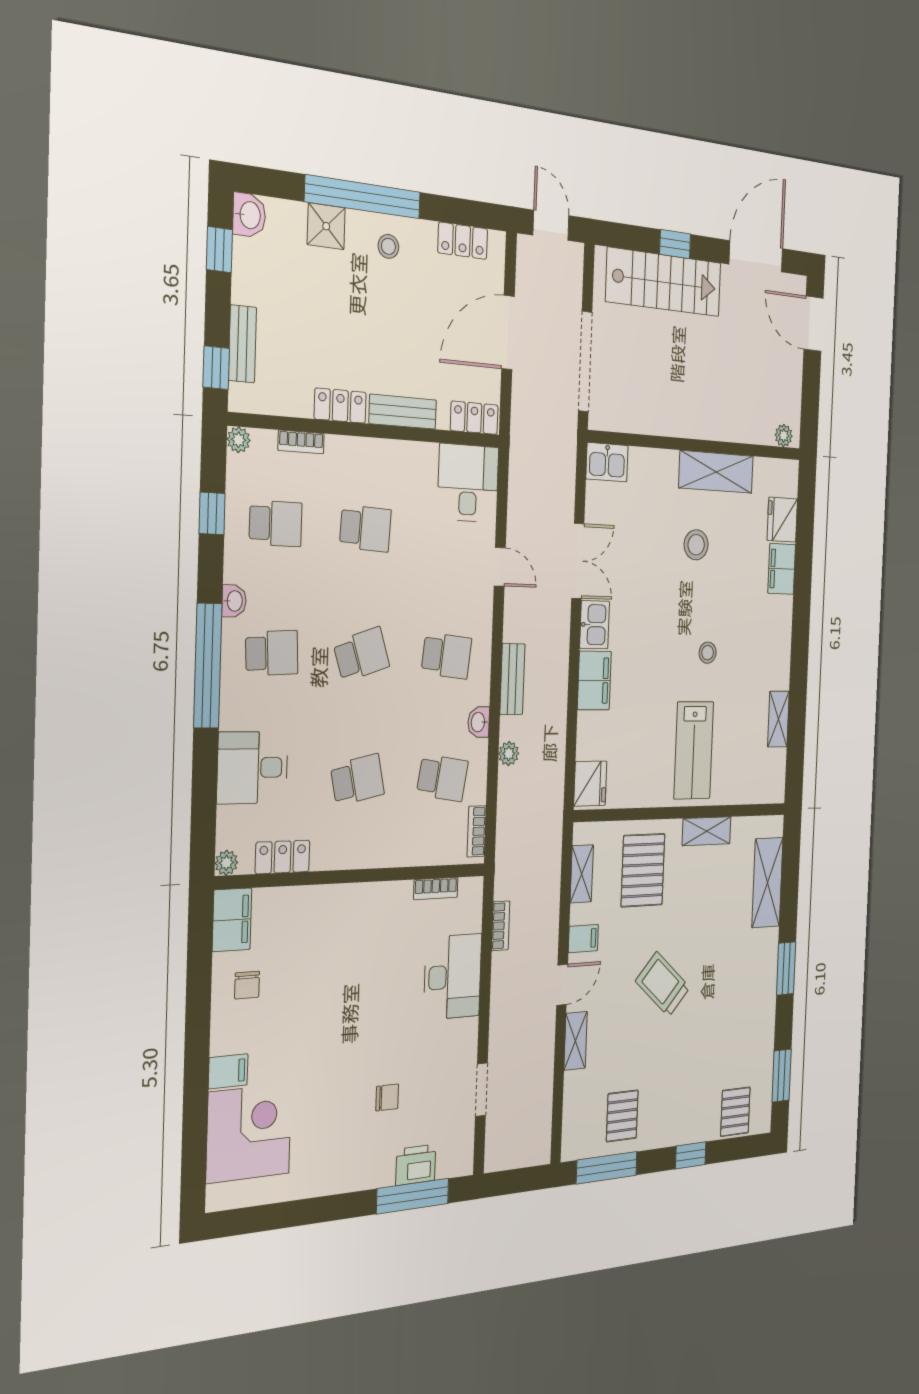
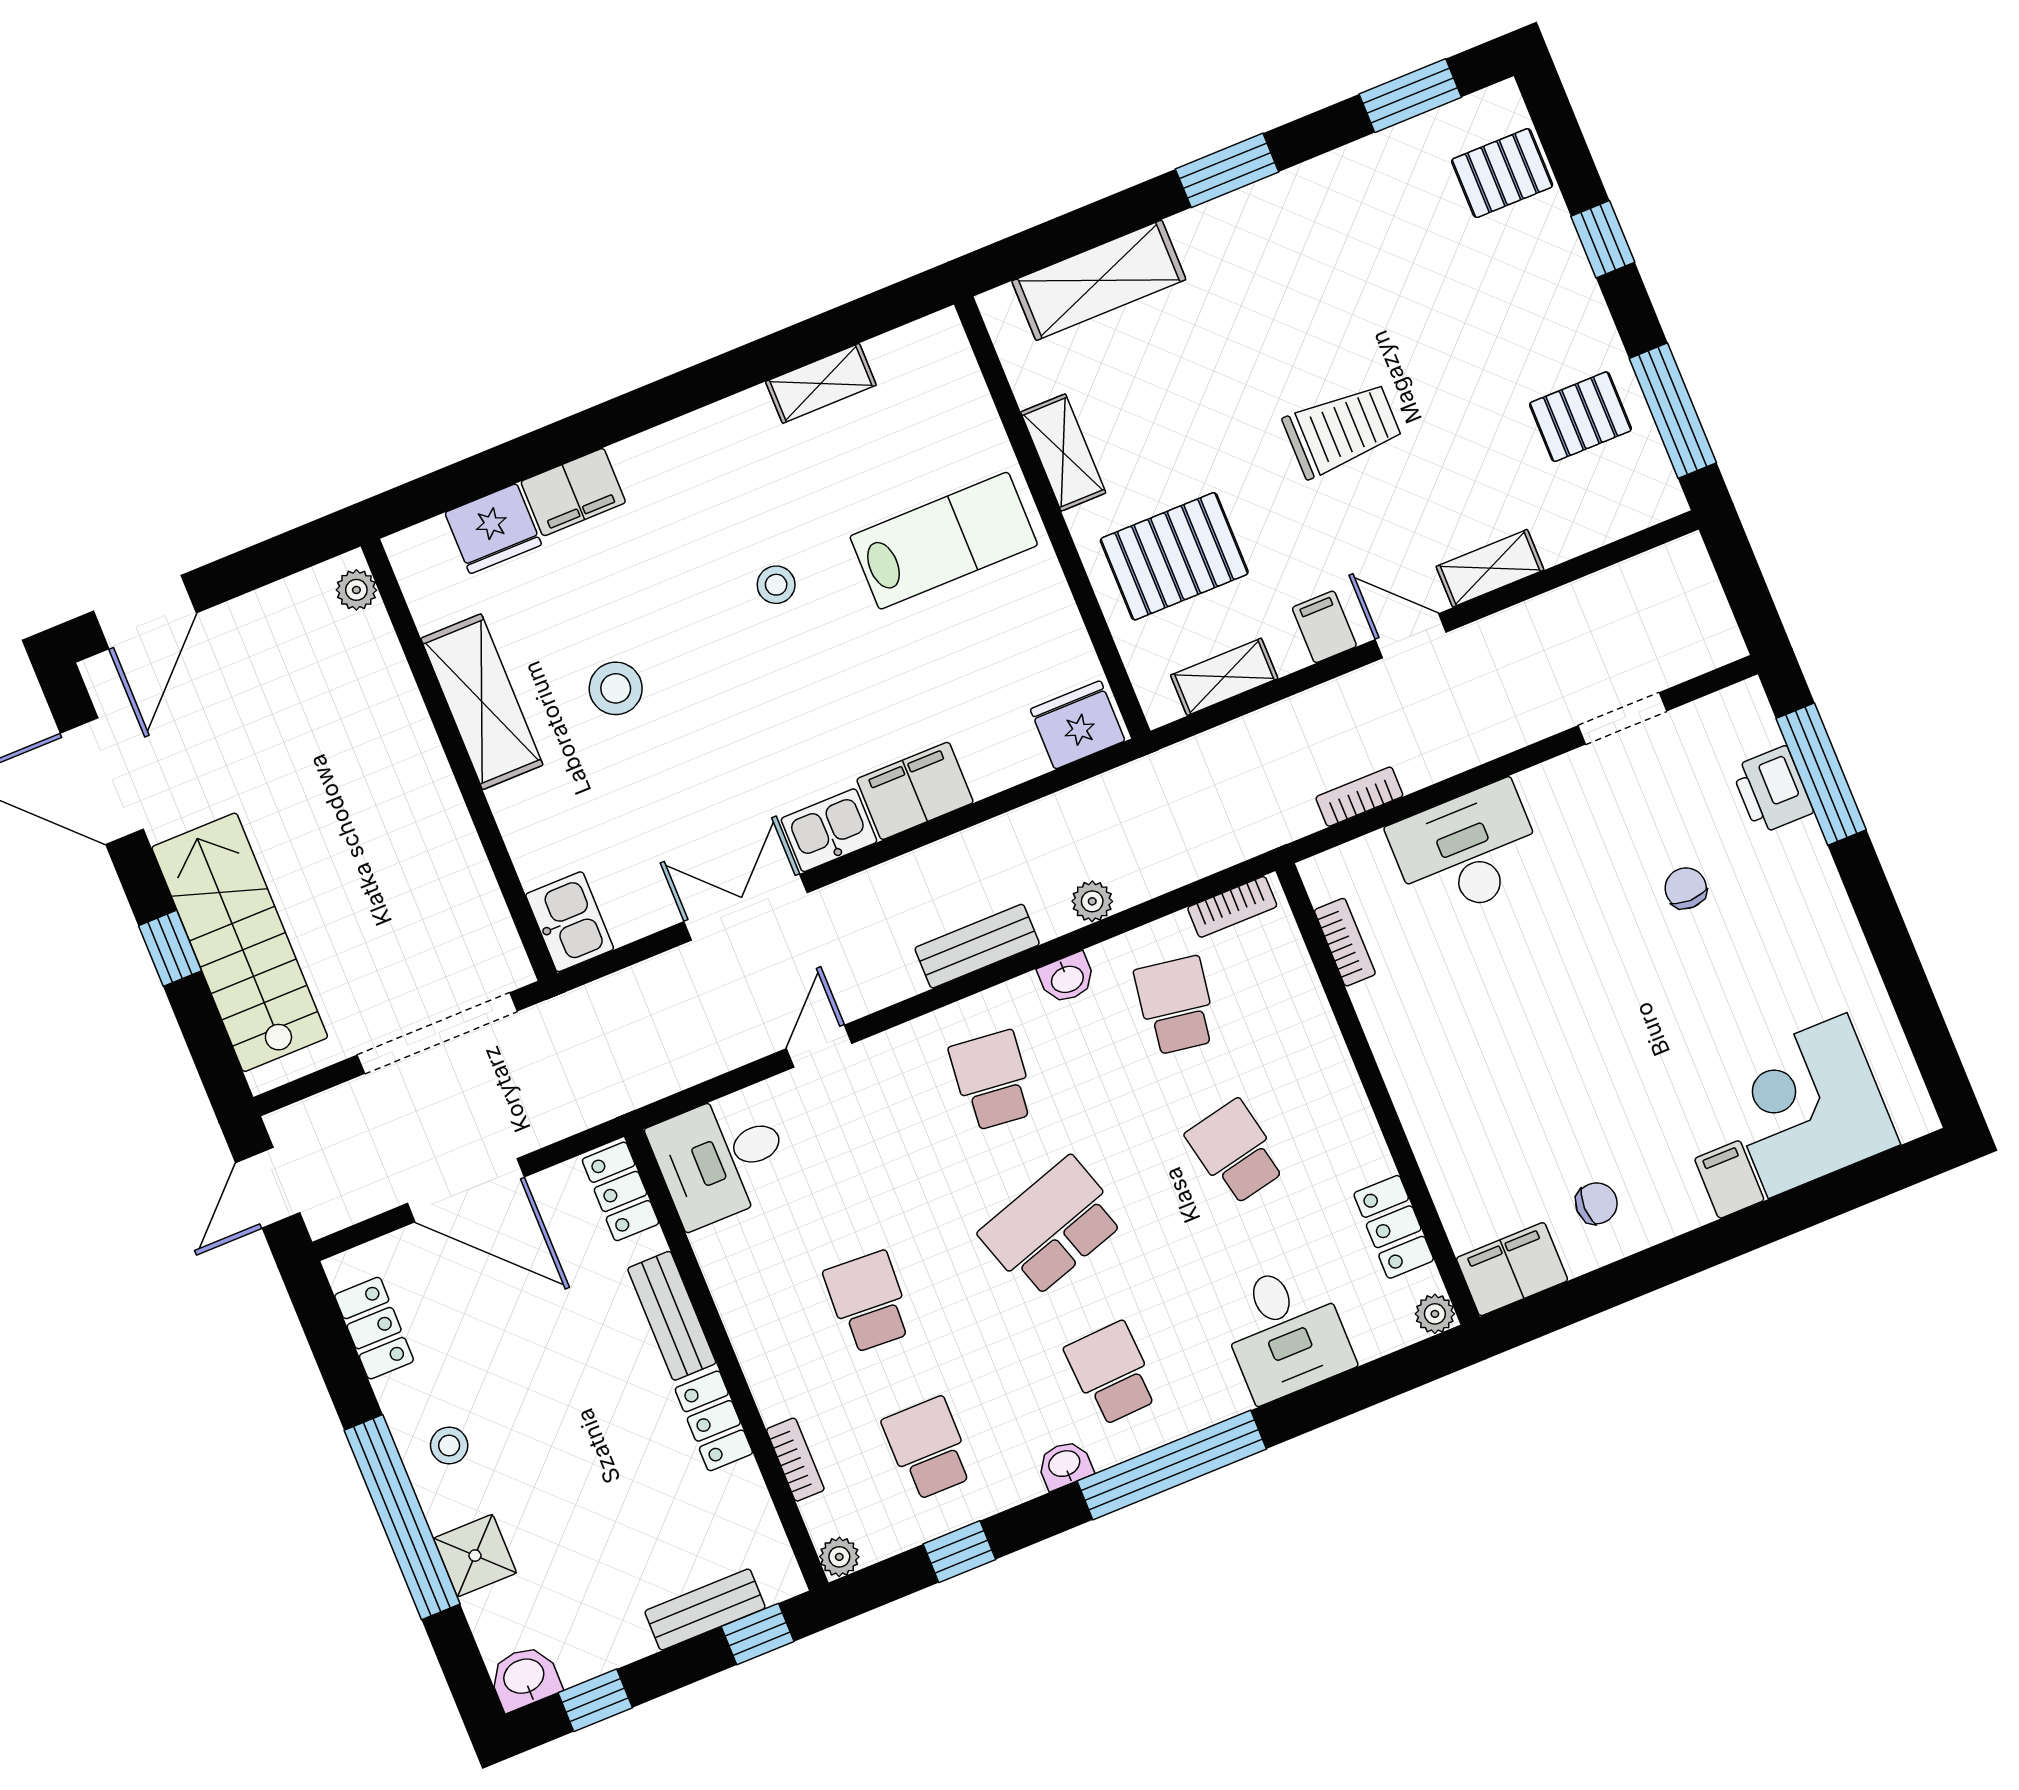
school desk: (361, 654) -> (1052, 1227), width x1.85
trolley: (663, 984) -> (1342, 430), turned -132

